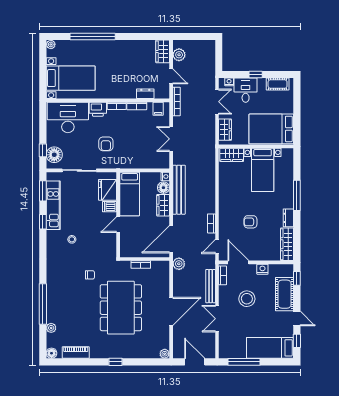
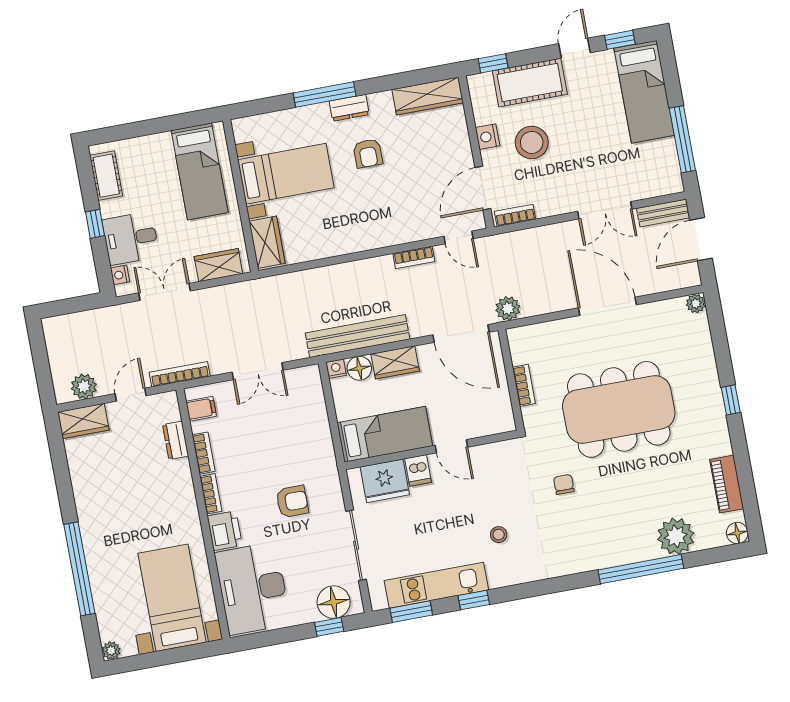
bed: (271, 129) -> (200, 171), width x0.67
dresser: (288, 218) -> (349, 108), moved
armchair: (250, 222) -> (368, 153), moved
bench: (211, 286) -> (663, 213), moved, width x0.73
stool: (247, 299) -> (532, 142), moved
plant: (51, 328) -> (676, 536), width x1.88, depth x1.88

